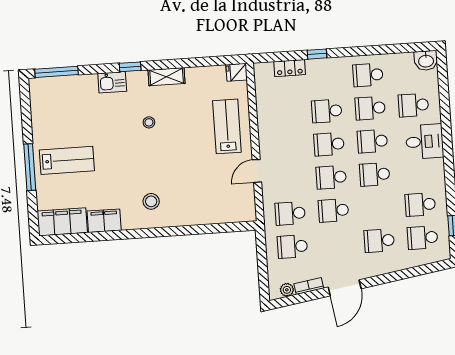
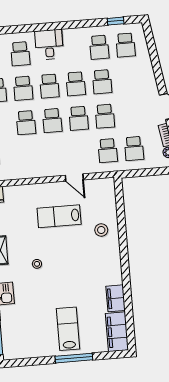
lab bench: (227, 126) -> (59, 216), moved
stool: (151, 201) -> (101, 230), moved
school desk: (379, 241) -> (102, 82), moved

